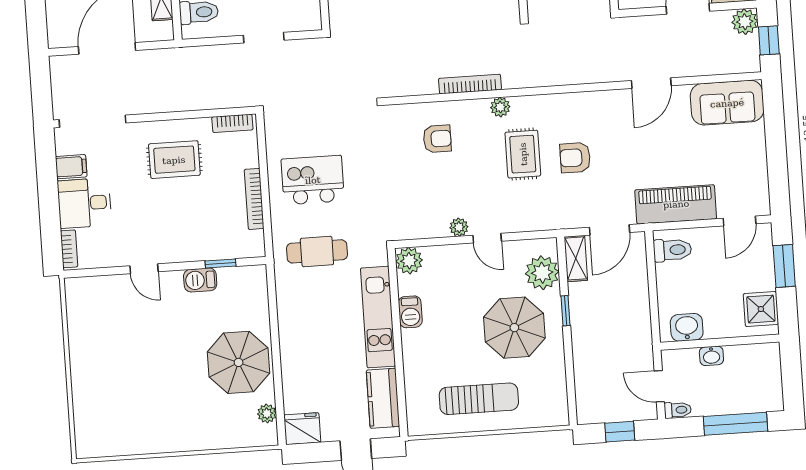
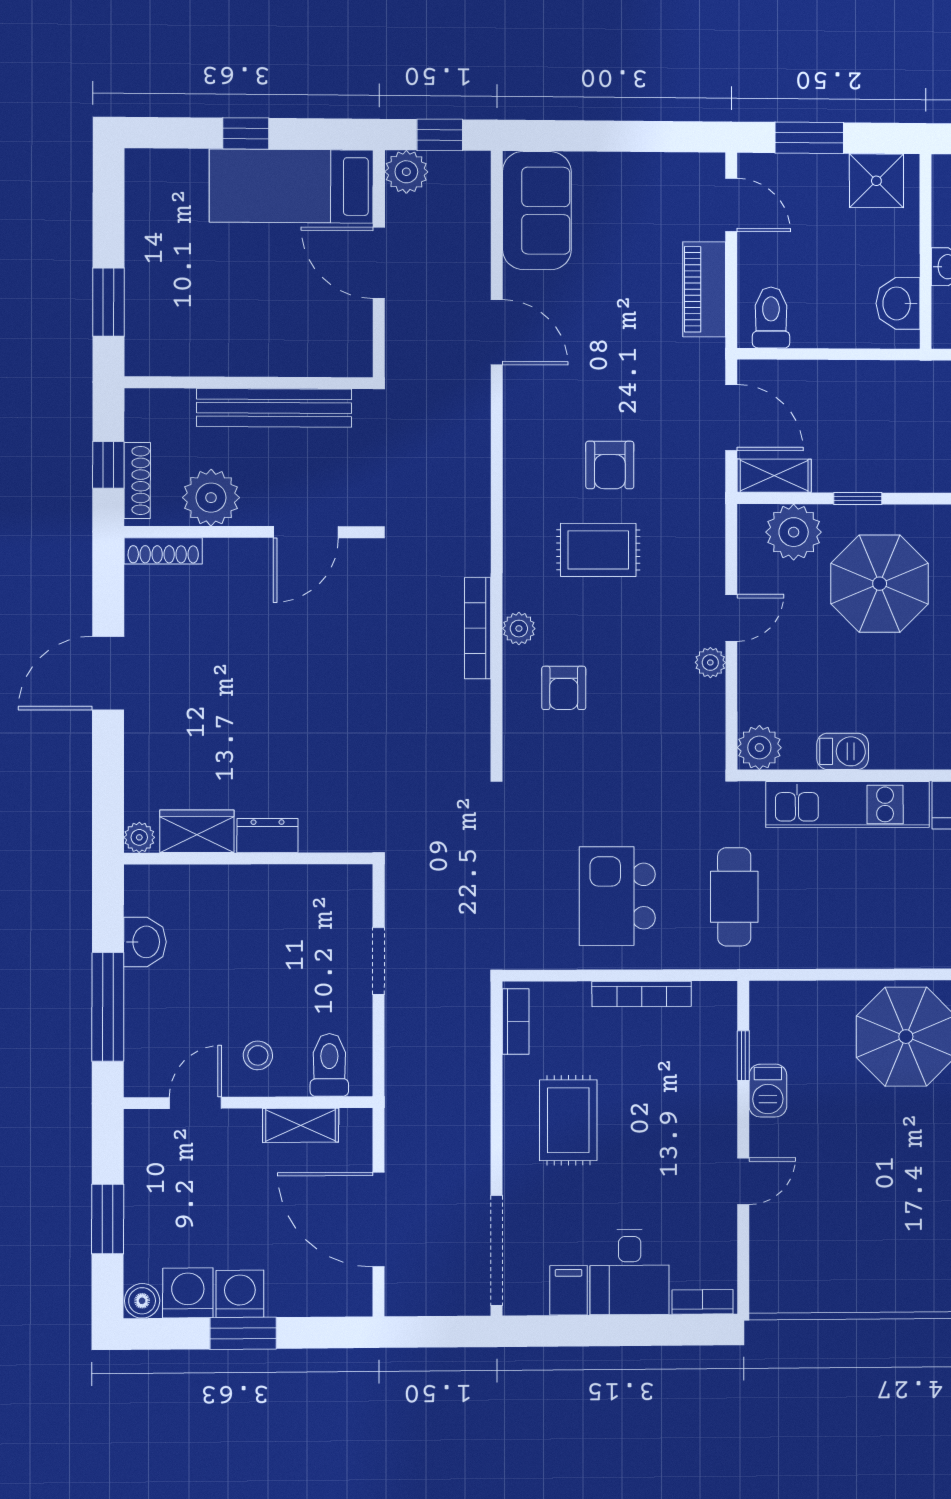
plant: (500, 107) -> (519, 629), moved
armchair: (437, 139) -> (564, 688), turned 180
piano: (676, 204) -> (704, 289), width x0.73, depth x0.75

